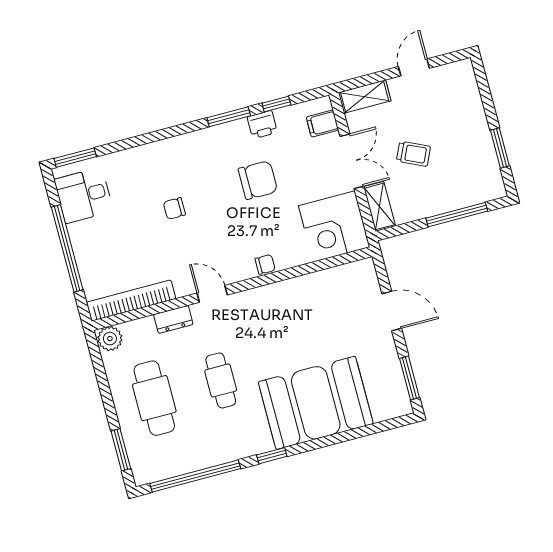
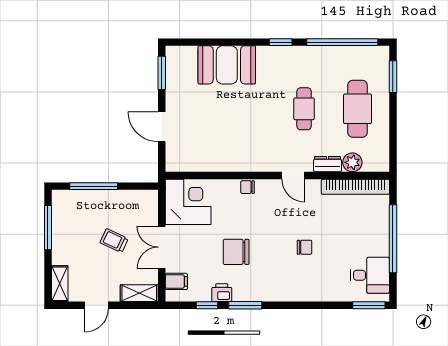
window: (500, 148) -> (48, 228), width x1.44
shelving: (379, 206) -> (60, 284), moved
plant: (110, 339) -> (352, 162), moved
booth: (316, 403) -> (227, 65), width x0.73, depth x0.70

